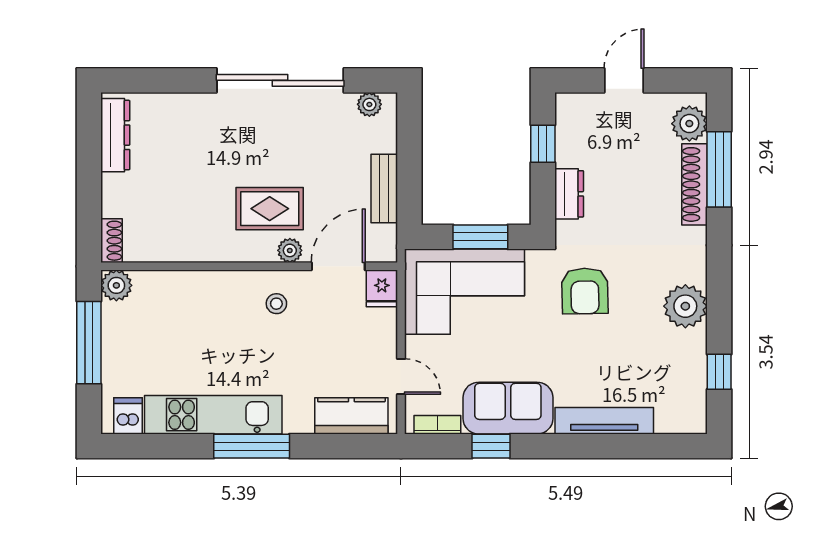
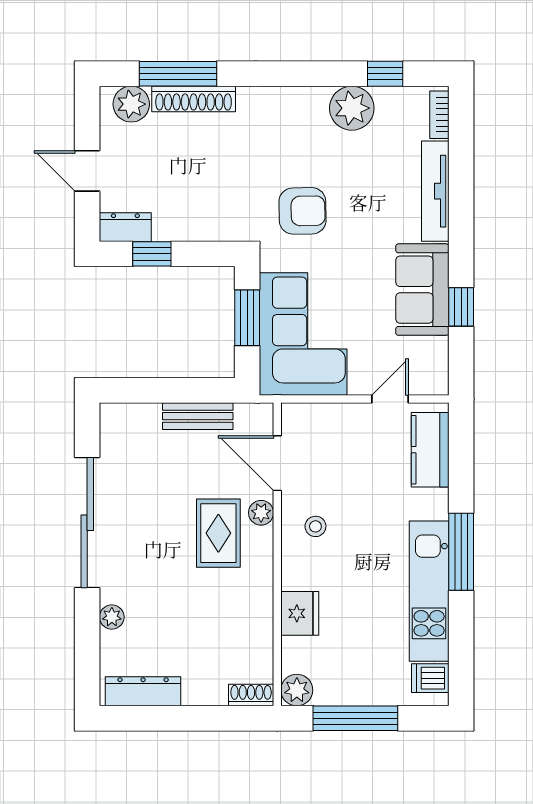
plant: (369, 104) -> (112, 617), moved
dresser: (569, 194) -> (125, 227), moved
fridge: (382, 288) -> (300, 613), moved, width x1.38
plant: (685, 306) -> (352, 108), moved
bookcase: (437, 425) -> (439, 115), moved

